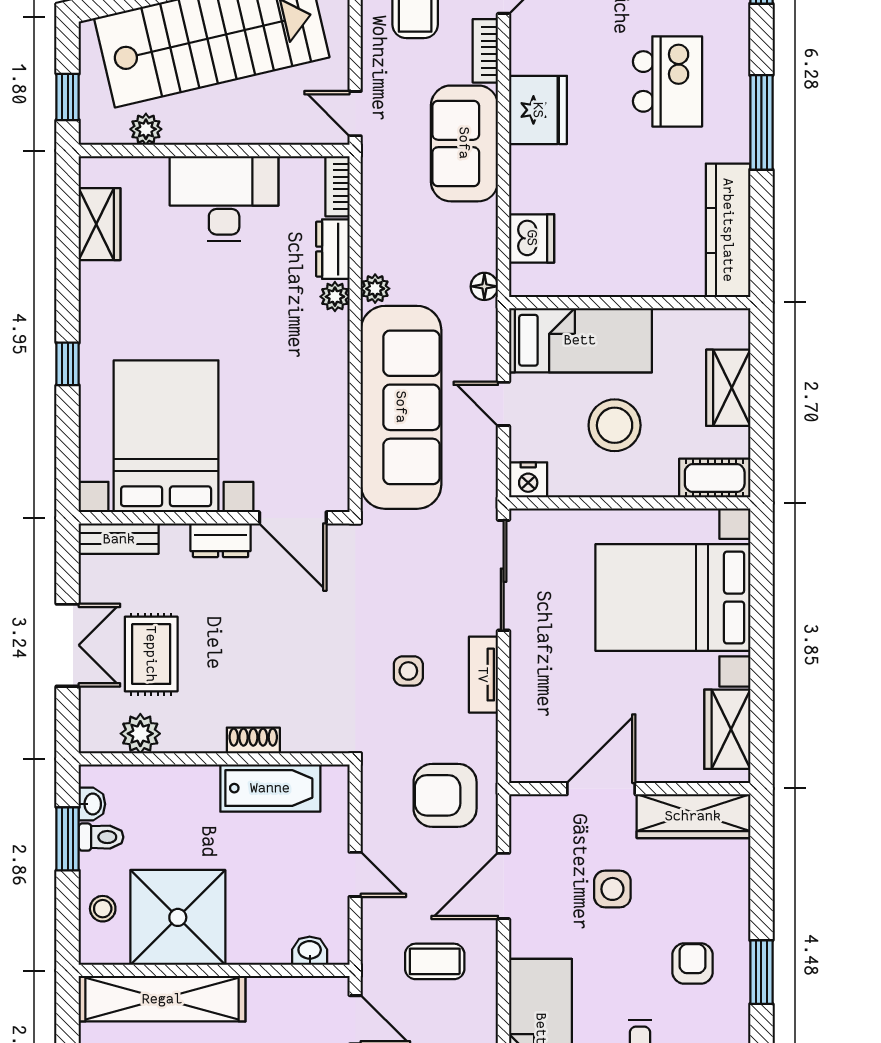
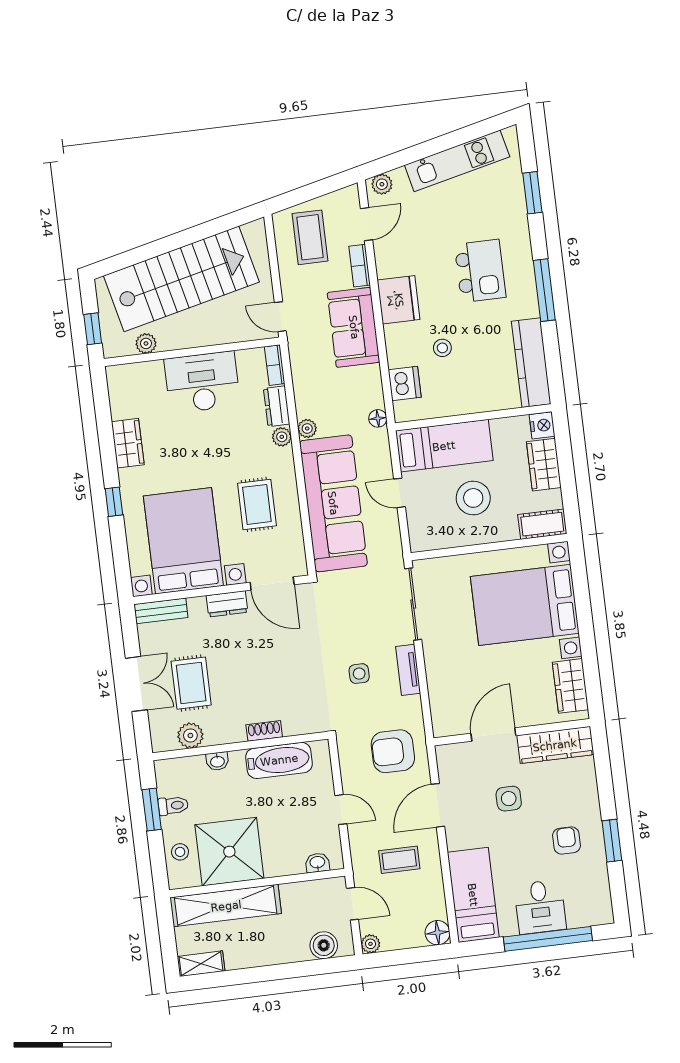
stool: (596, 191) -> (442, 348), added
wardrobe: (100, 224) -> (128, 443), moved
rug: (284, 395) -> (257, 504), added
nightstand: (528, 480) -> (542, 425), moved, turned -90
washbasin: (92, 804) -> (217, 761), moved, turned 90

